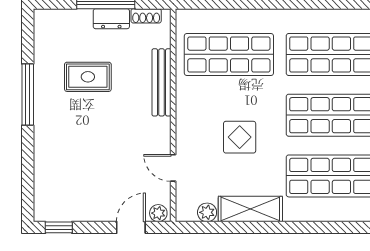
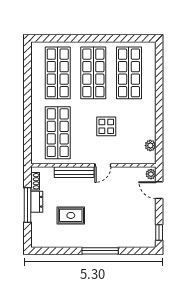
rug: (88, 77) -> (71, 215), turned 90
window: (28, 95) -> (100, 251), moved
door: (173, 168) -> (103, 165), moved
shelving: (250, 209) -> (148, 120), removed

